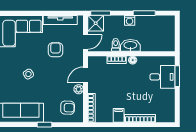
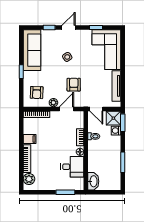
washing machine: (130, 20) -> (116, 131), moved
washbasin: (130, 45) -> (93, 181), moved
armchair: (55, 50) -> (74, 85), moved, turned -90
door: (86, 75) -> (66, 109), hinge flipped
desk: (163, 77) -> (72, 167), moved, turned -90
plant: (163, 116) -> (29, 179), added

